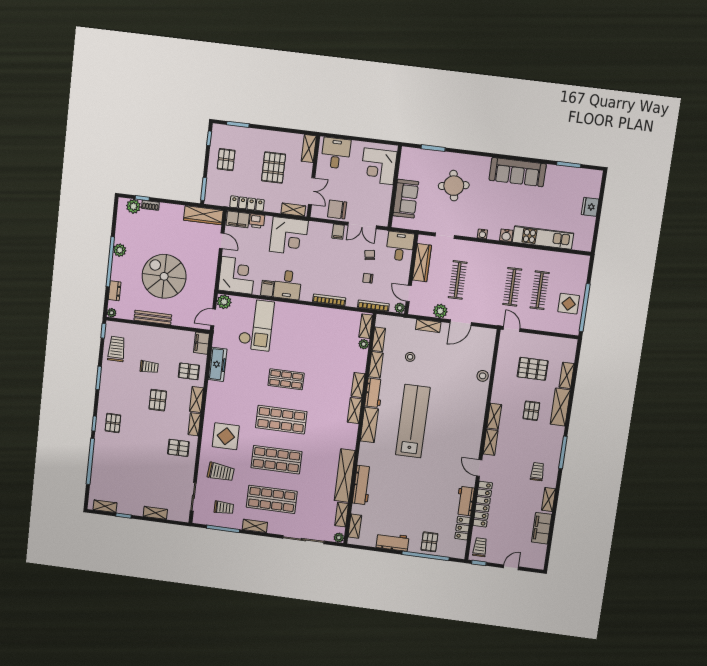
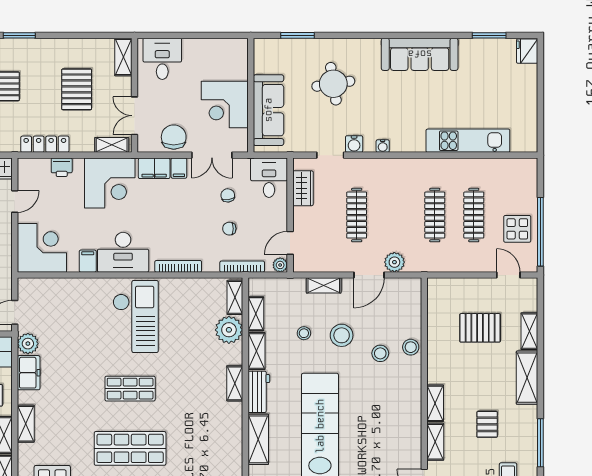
corner desk: (379, 166) -> (225, 105), moved
double door: (312, 191) -> (135, 116), swing flipped
sofa: (406, 199) -> (268, 110), width x1.36
fridge: (590, 207) -> (527, 51), moved
chair: (337, 209) -> (174, 137), turned 90
filing cabinet: (238, 219) -> (154, 168), moved
water cooler: (506, 235) -> (354, 144), moved
door: (222, 241) -> (15, 201), hinge flipped
wardrobe: (422, 263) -> (303, 188), width x0.67
desk: (288, 285) -> (123, 252), width x1.37
door: (409, 293) -> (290, 243), hinge flipped
plant: (224, 302) -> (28, 344), moved
plant: (440, 311) -> (394, 262), moved
checkout: (256, 325) -> (136, 317), moved
door: (512, 329) -> (508, 275), moved
plant: (364, 344) -> (229, 330), width x1.88, depth x1.88
stool: (436, 362) -> (342, 335), added
freezer: (218, 364) -> (29, 373), width x0.71
stool: (461, 377) -> (380, 353), added
shelving: (355, 410) -> (26, 424), moved
pallet: (531, 411) -> (487, 424), moved

